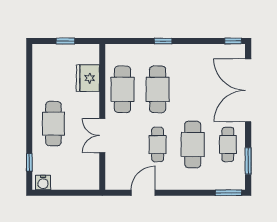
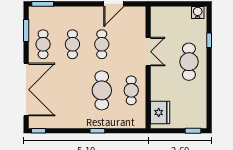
window: (65, 41) -> (193, 131), moved
fridge: (88, 78) -> (160, 113), moved
cafe table: (123, 89) -> (131, 90), width x0.73, depth x0.74
cafe table: (193, 144) -> (72, 44), width x0.73, depth x0.74
window: (29, 162) -> (209, 40), moved

